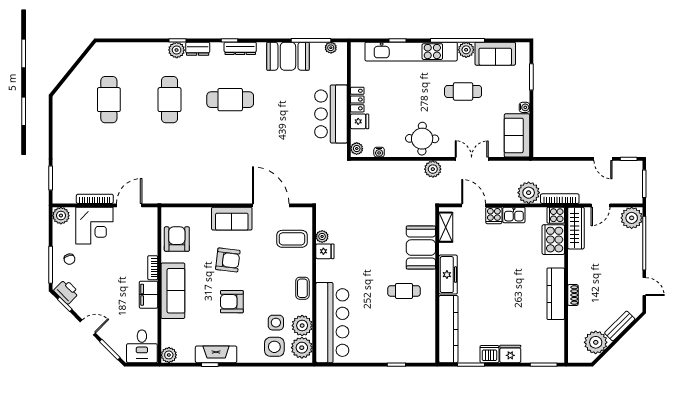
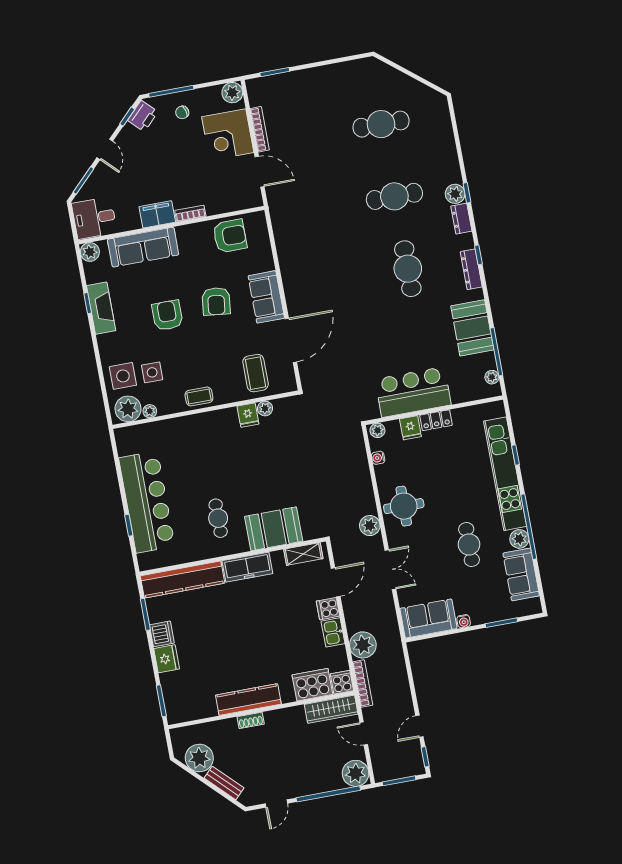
sofa: (173, 291) -> (143, 247), moved
bar counter: (332, 323) -> (147, 502), moved, turned -90
plant: (302, 326) -> (150, 411), width x0.53, depth x0.53

